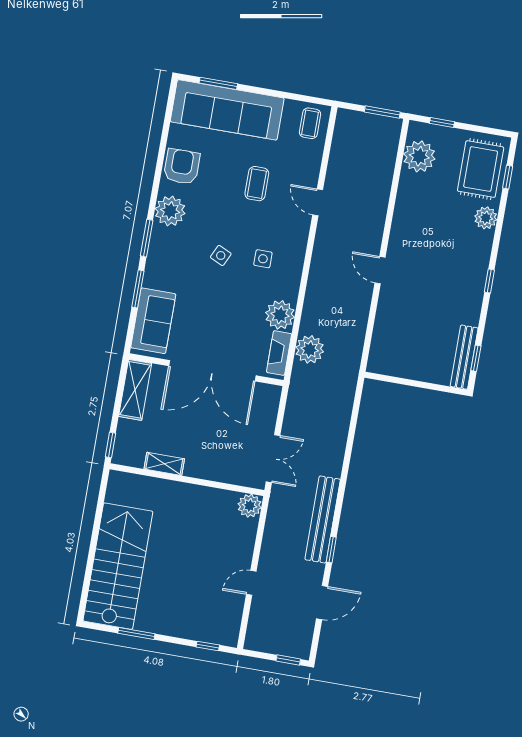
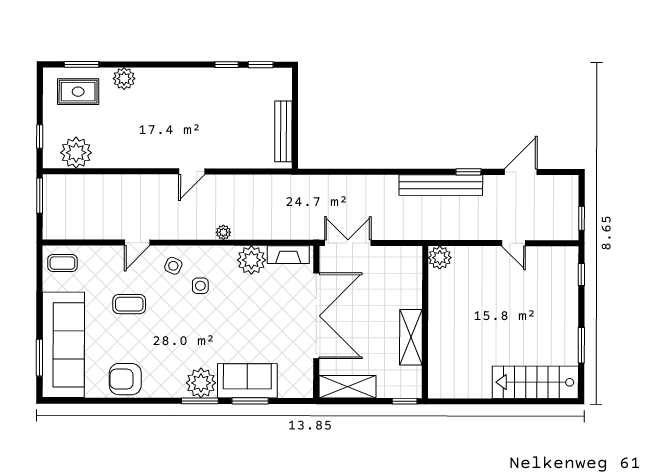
rug: (481, 169) -> (78, 92), width x0.73, depth x0.70
window: (508, 177) -> (81, 64), width x1.50
plant: (170, 211) -> (201, 383), moved
side table: (221, 255) -> (173, 266), moved
window: (489, 281) -> (227, 65), moved
sofa: (153, 321) -> (247, 381), moved
plant: (310, 349) -> (223, 232), moved, width x0.53, depth x0.53
bench: (464, 357) -> (283, 131), moved, turned 90
double door: (273, 459) -> (348, 243), moved
shelving: (164, 464) -> (411, 337), width x1.50, depth x1.33
stairs: (118, 566) -> (535, 382), width x0.73, depth x0.66
door: (322, 603) -> (521, 172), hinge flipped
window: (288, 660) -> (582, 218), moved

